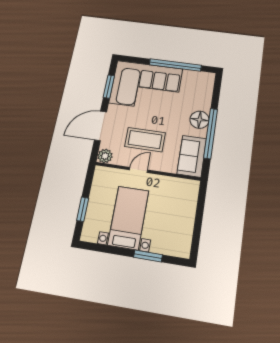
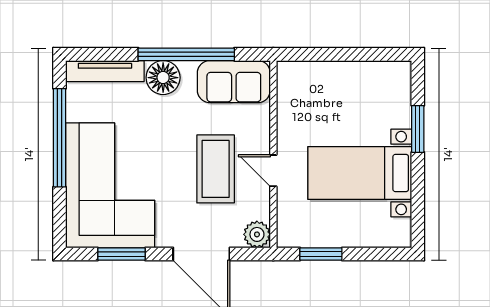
tv unit: (207, 91) -> (105, 71), added
window: (83, 209) -> (321, 254), moved

